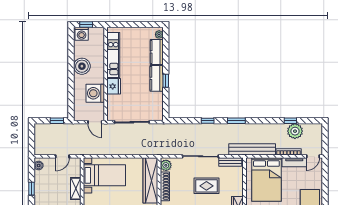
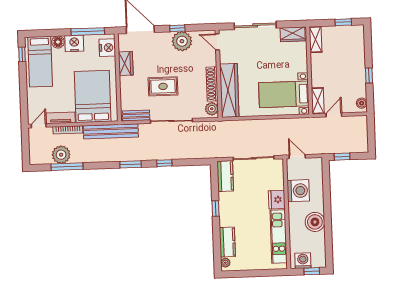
washing machine: (82, 34) -> (303, 261), moved
kitchen counter: (157, 78) -> (225, 176), moved
window: (290, 121) -> (67, 167), width x2.17
shelving: (76, 189) -> (318, 101), moved

